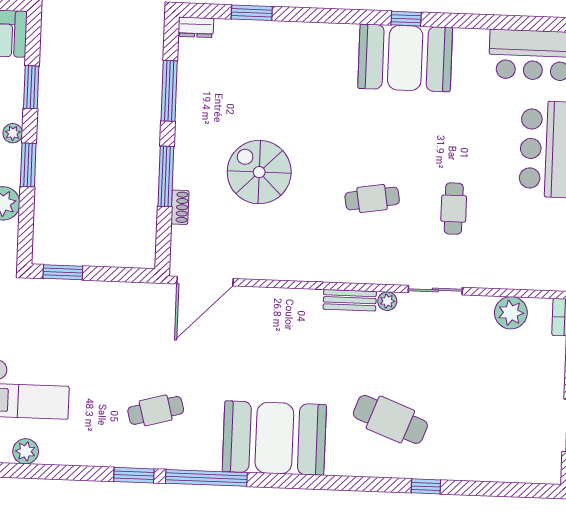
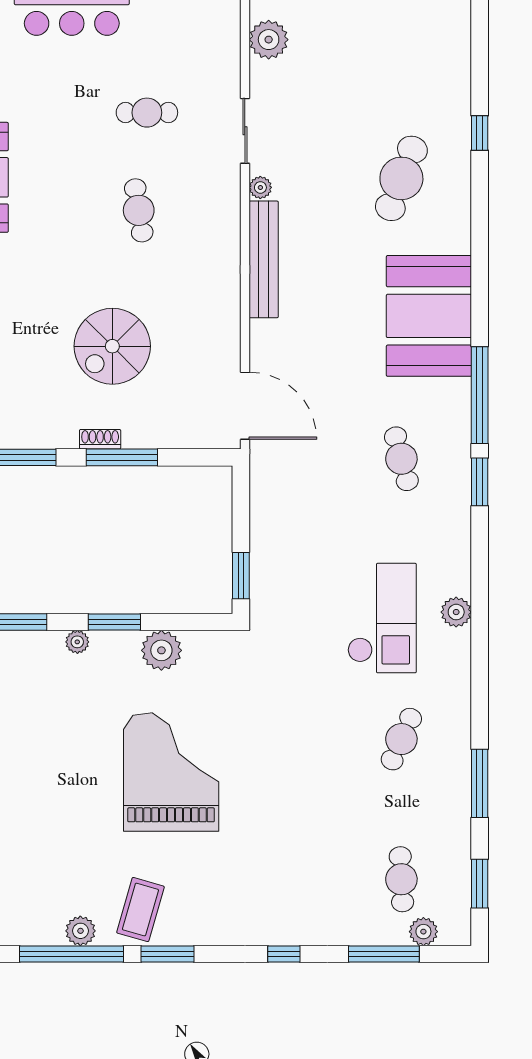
shoe rack: (180, 207) -> (100, 439), moved
bench: (350, 300) -> (264, 259), width x1.86, depth x1.21

